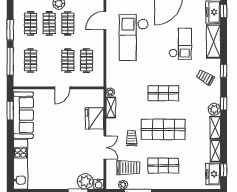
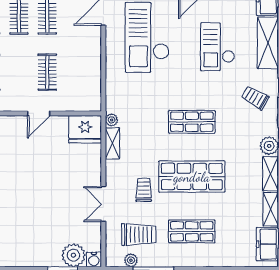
checkout: (180, 44) -> (218, 47), turned 180
clothes rail: (87, 61) -> (75, 72), removed
fridge: (94, 118) -> (85, 129), moved, turned -90
double door: (105, 148) -> (103, 204), swing flipped

